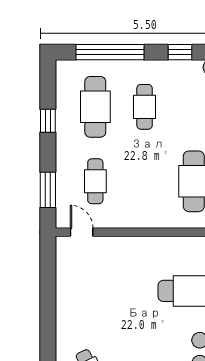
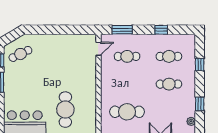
window: (110, 52) -> (200, 65), width x0.32
cafe table: (95, 107) -> (169, 56), width x0.73, depth x0.74

